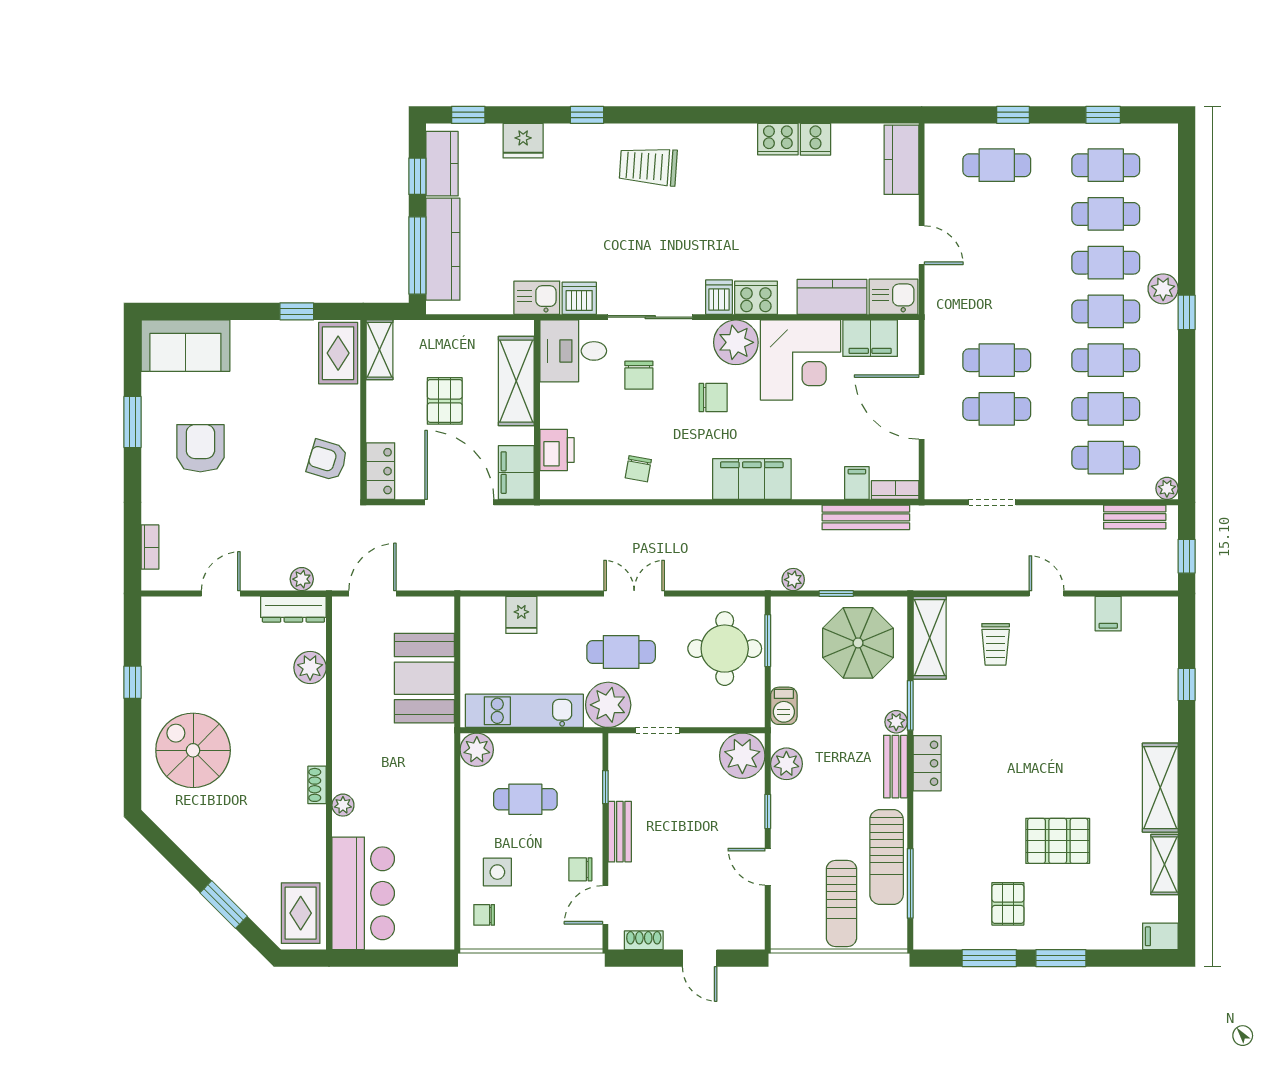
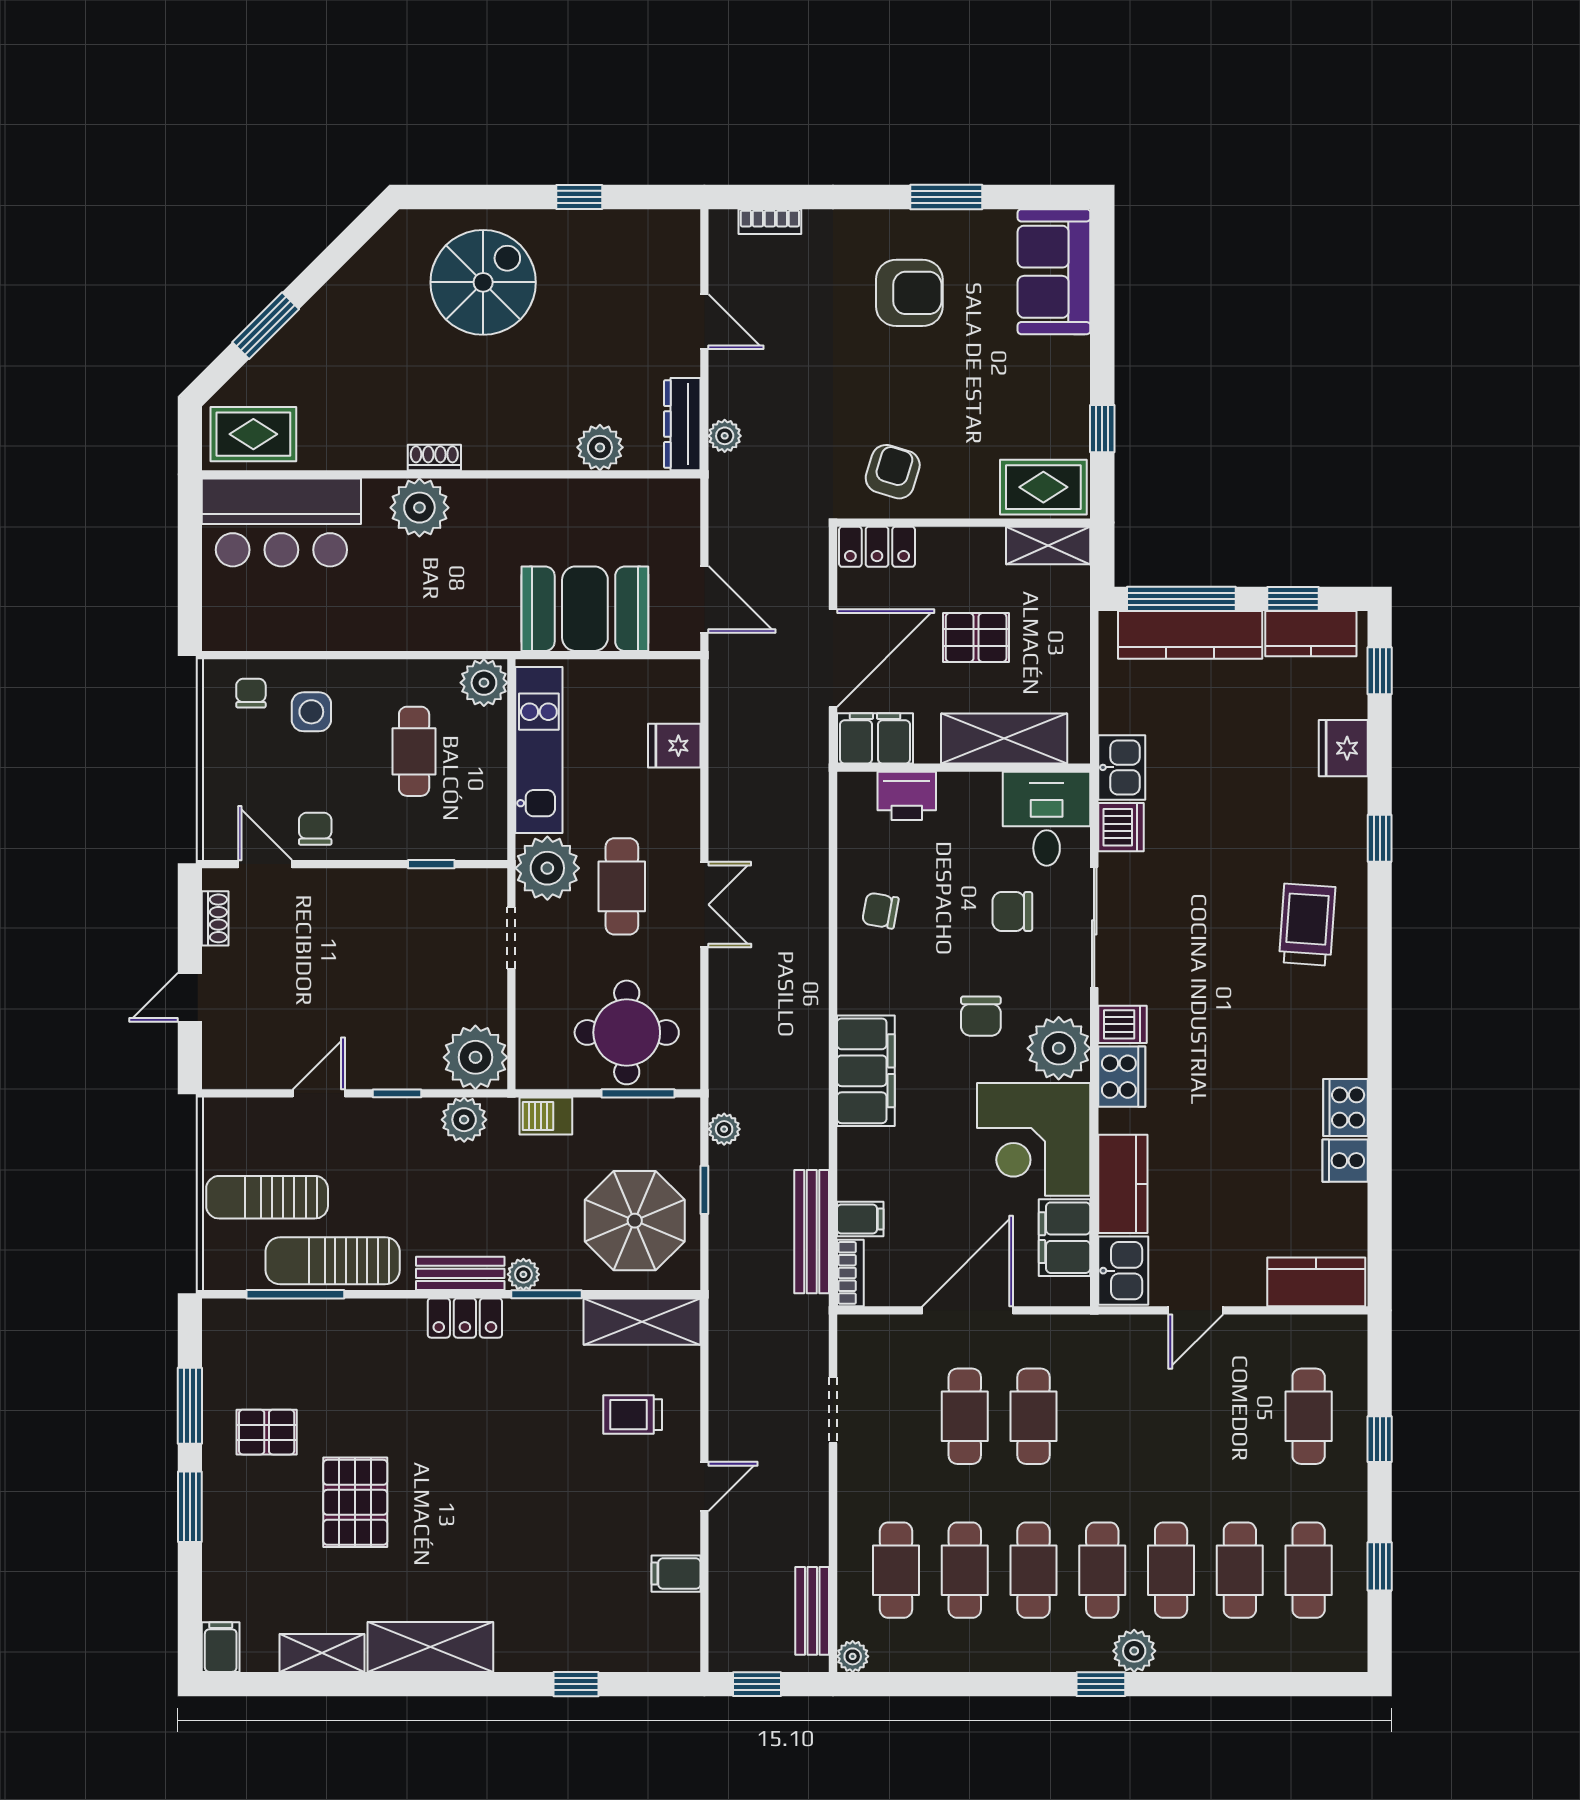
door: (373, 593) -> (704, 599), moved
plant: (343, 805) -> (419, 508), width x1.88, depth x1.88
bench: (620, 832) -> (368, 885), removed

